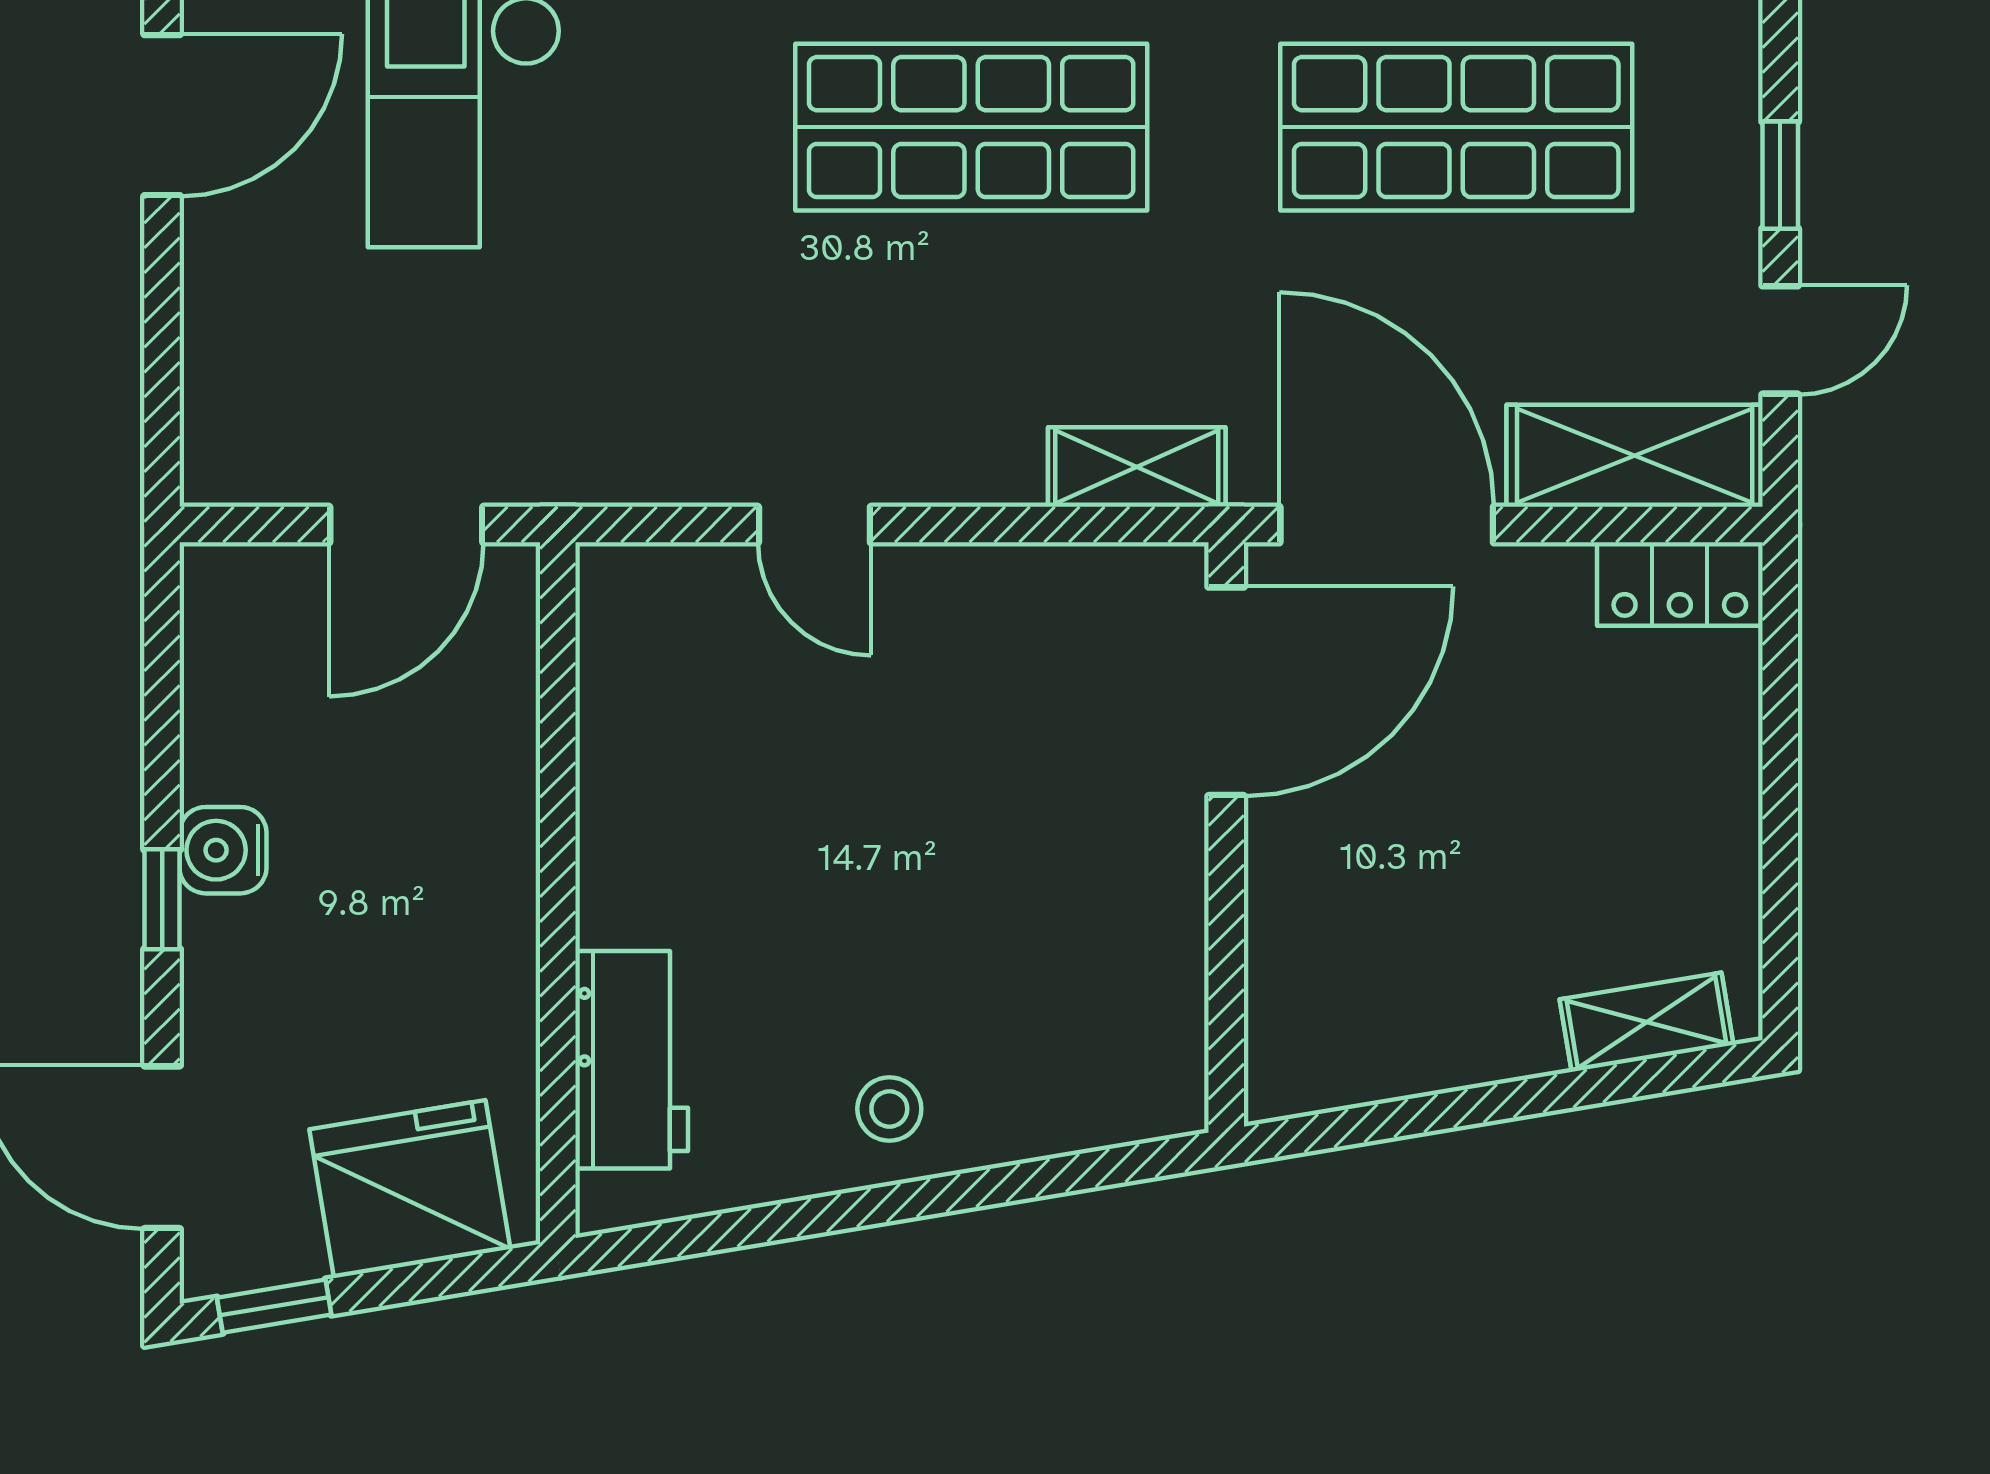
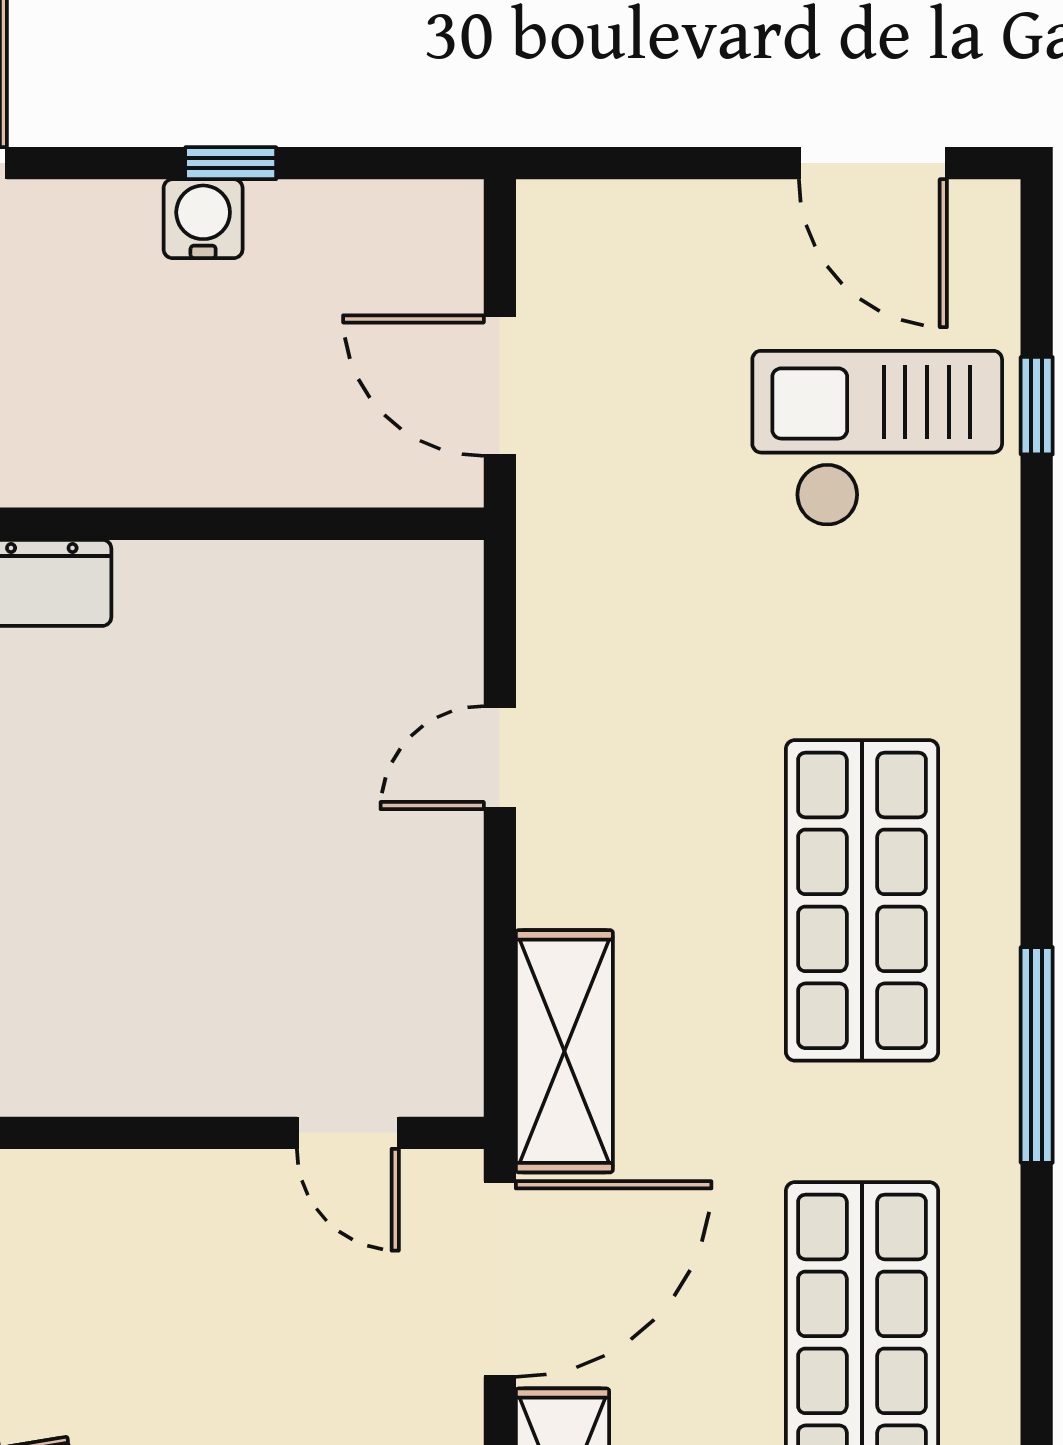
shelving: (1137, 467) -> (564, 1051), width x1.50, depth x1.33
door: (1226, 691) -> (348, 1133), width x0.53
window: (162, 899) -> (231, 163), moved

